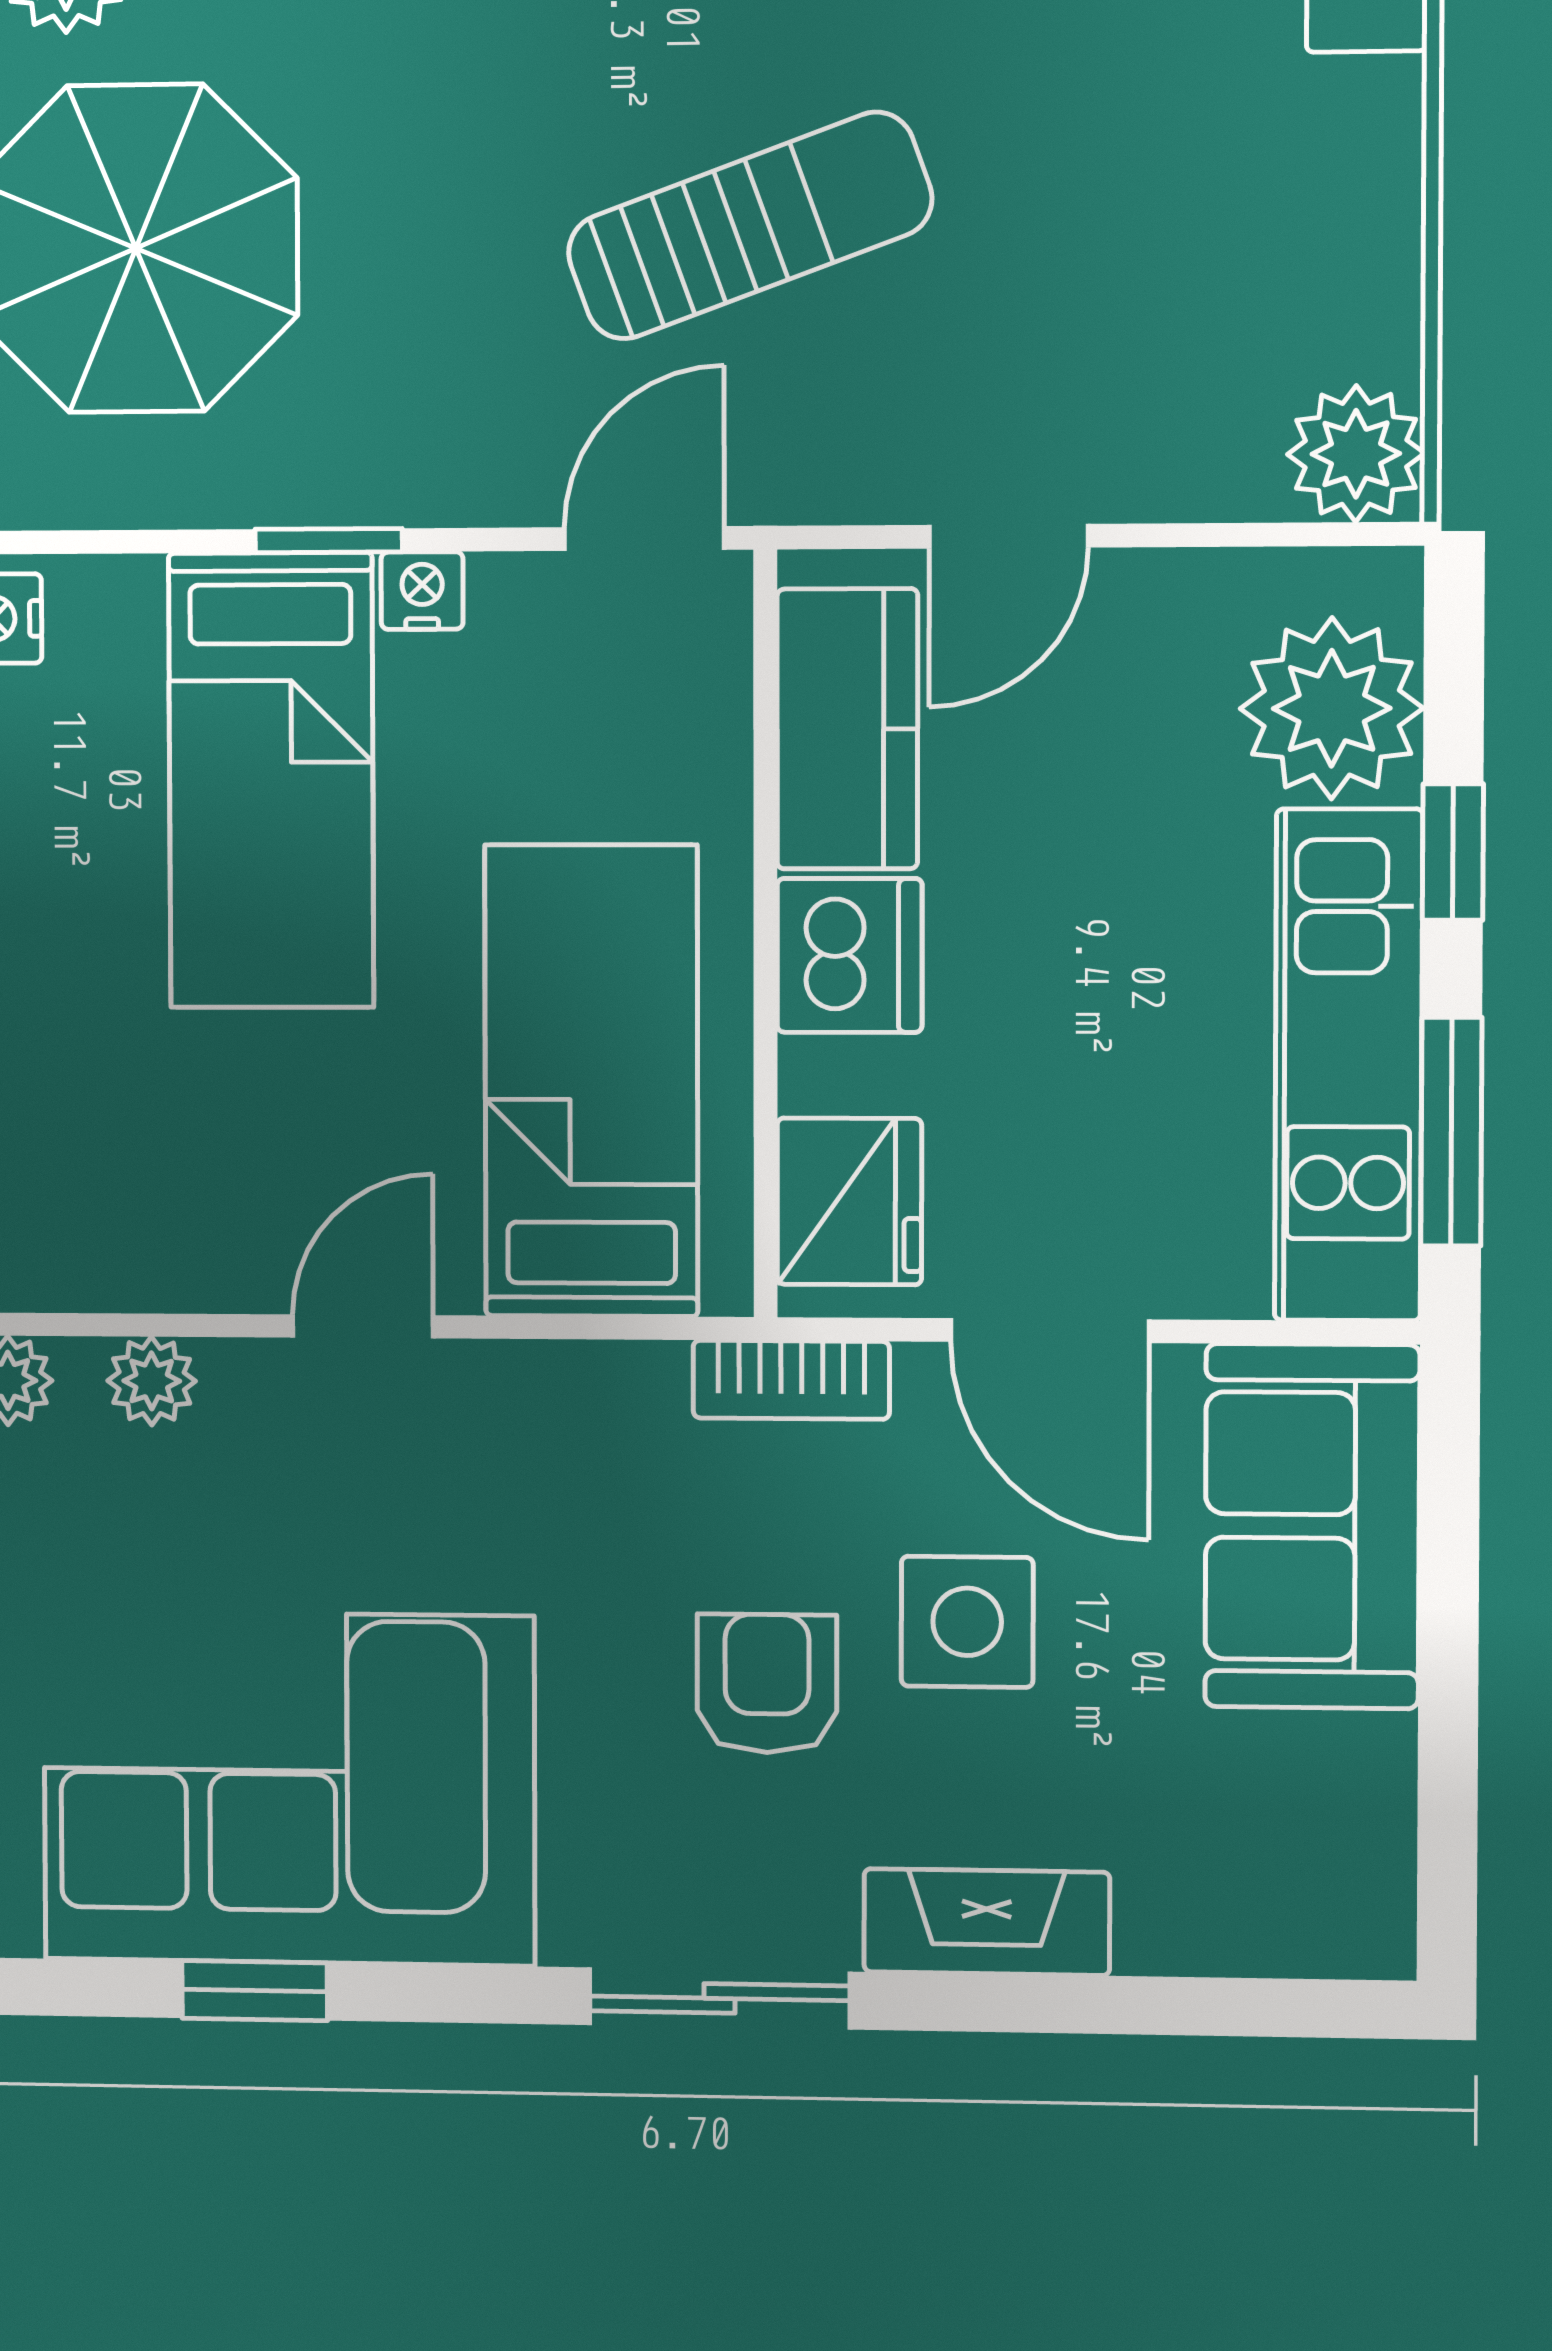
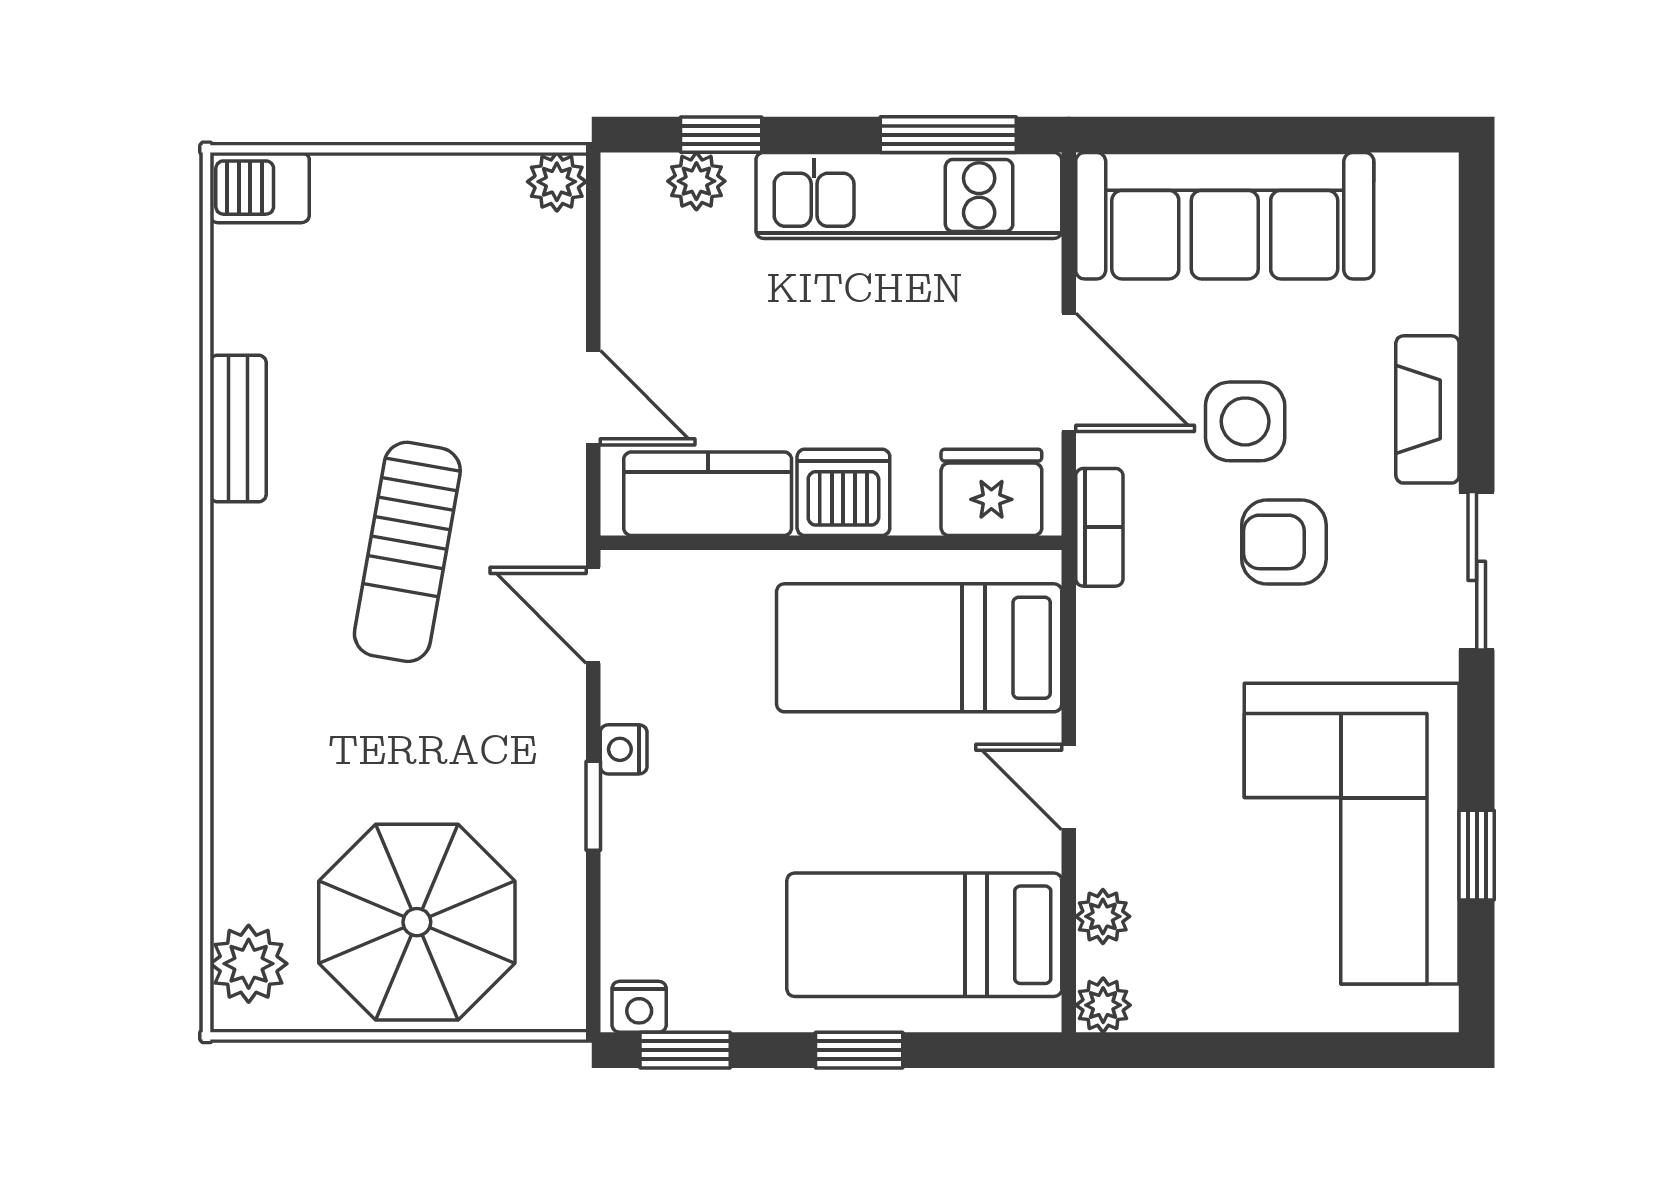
sun lounger: (750, 226) -> (407, 552), turned -150
plant: (1356, 454) -> (557, 182), width x0.73, depth x0.73
plant: (1332, 708) -> (696, 181), width x0.53, depth x0.53
bed: (271, 780) -> (924, 935), moved, turned 180
window: (1453, 852) -> (721, 135), moved
door: (1050, 1331) -> (1069, 372), hinge flipped
sofa: (1312, 1526) -> (1225, 216), width x1.36

